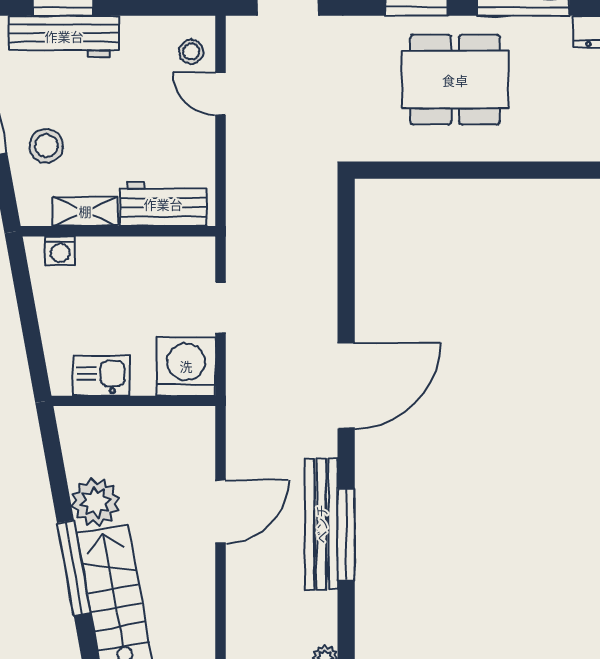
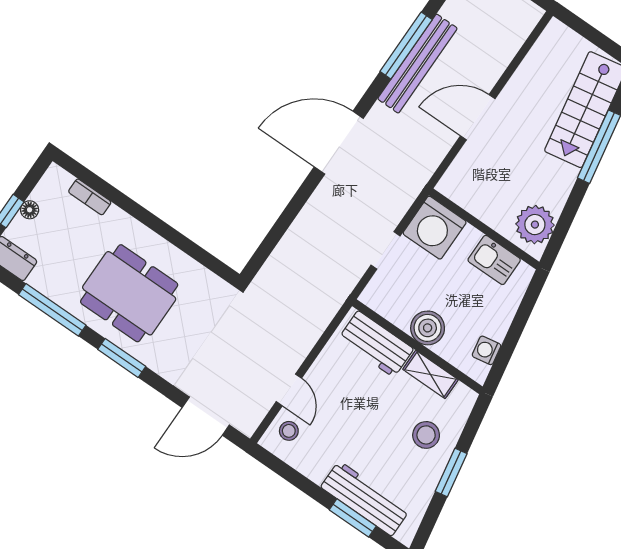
bookcase: (565, 151) -> (90, 197), added
washing machine: (60, 251) -> (487, 350), moved, turned -100
boiler: (121, 258) -> (428, 328), added
plant: (95, 502) -> (535, 225), moved

